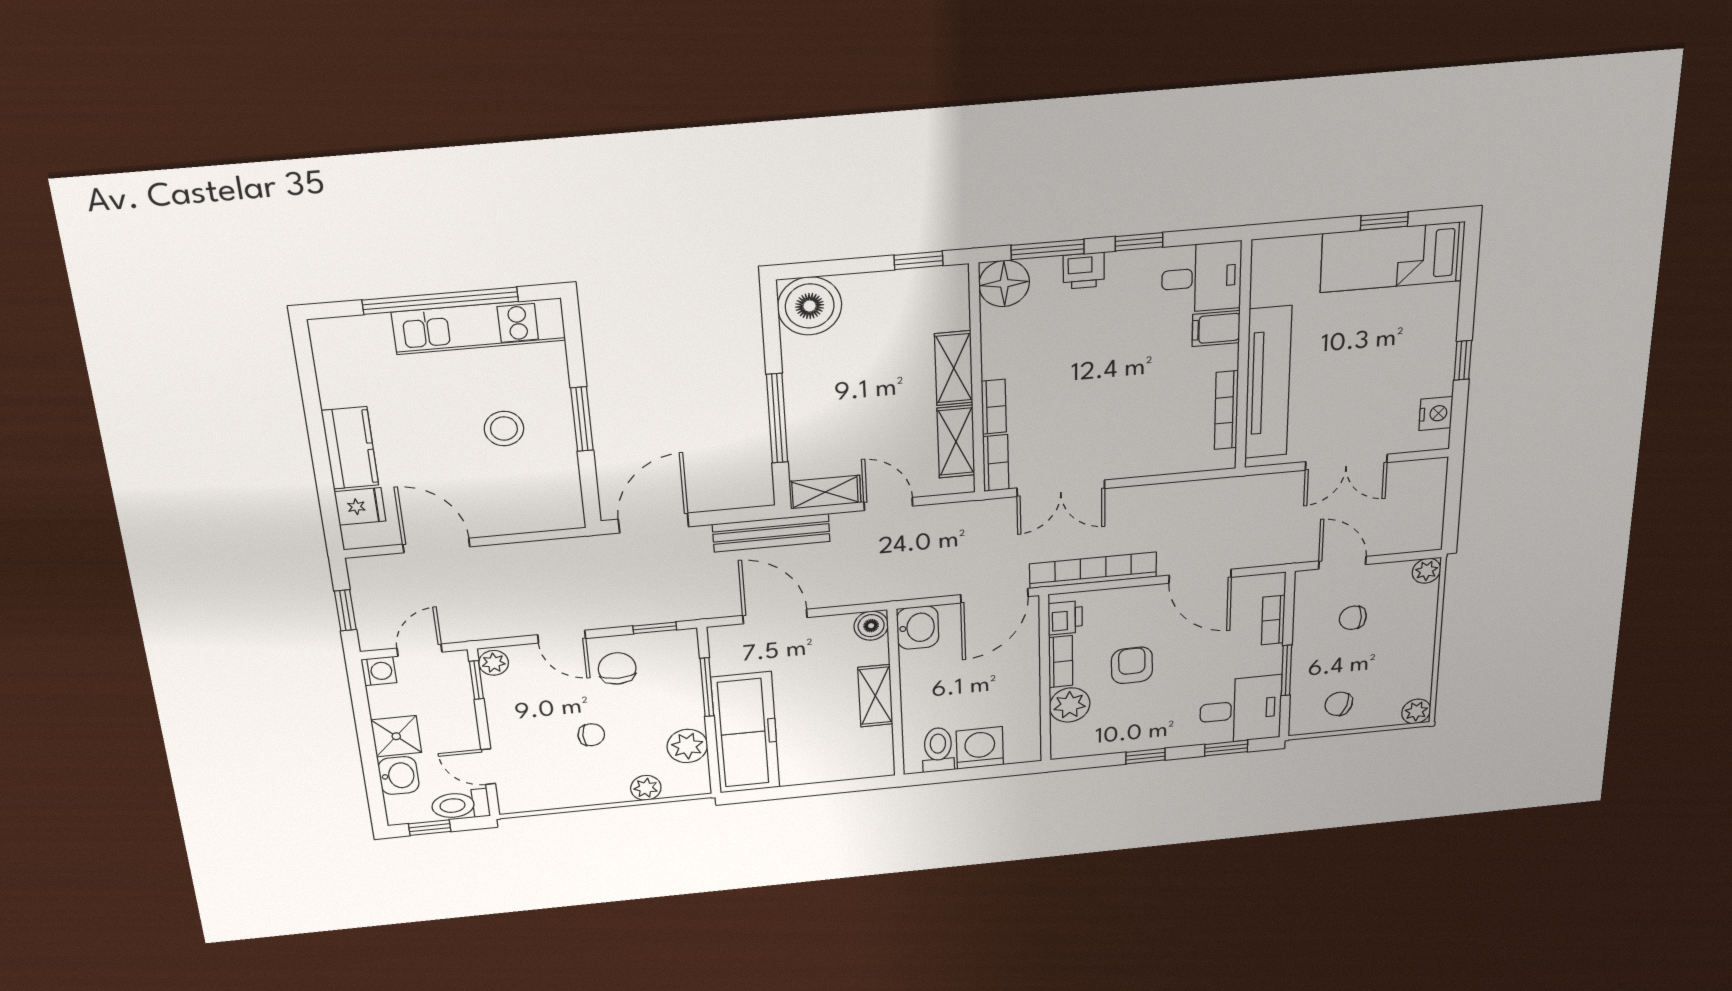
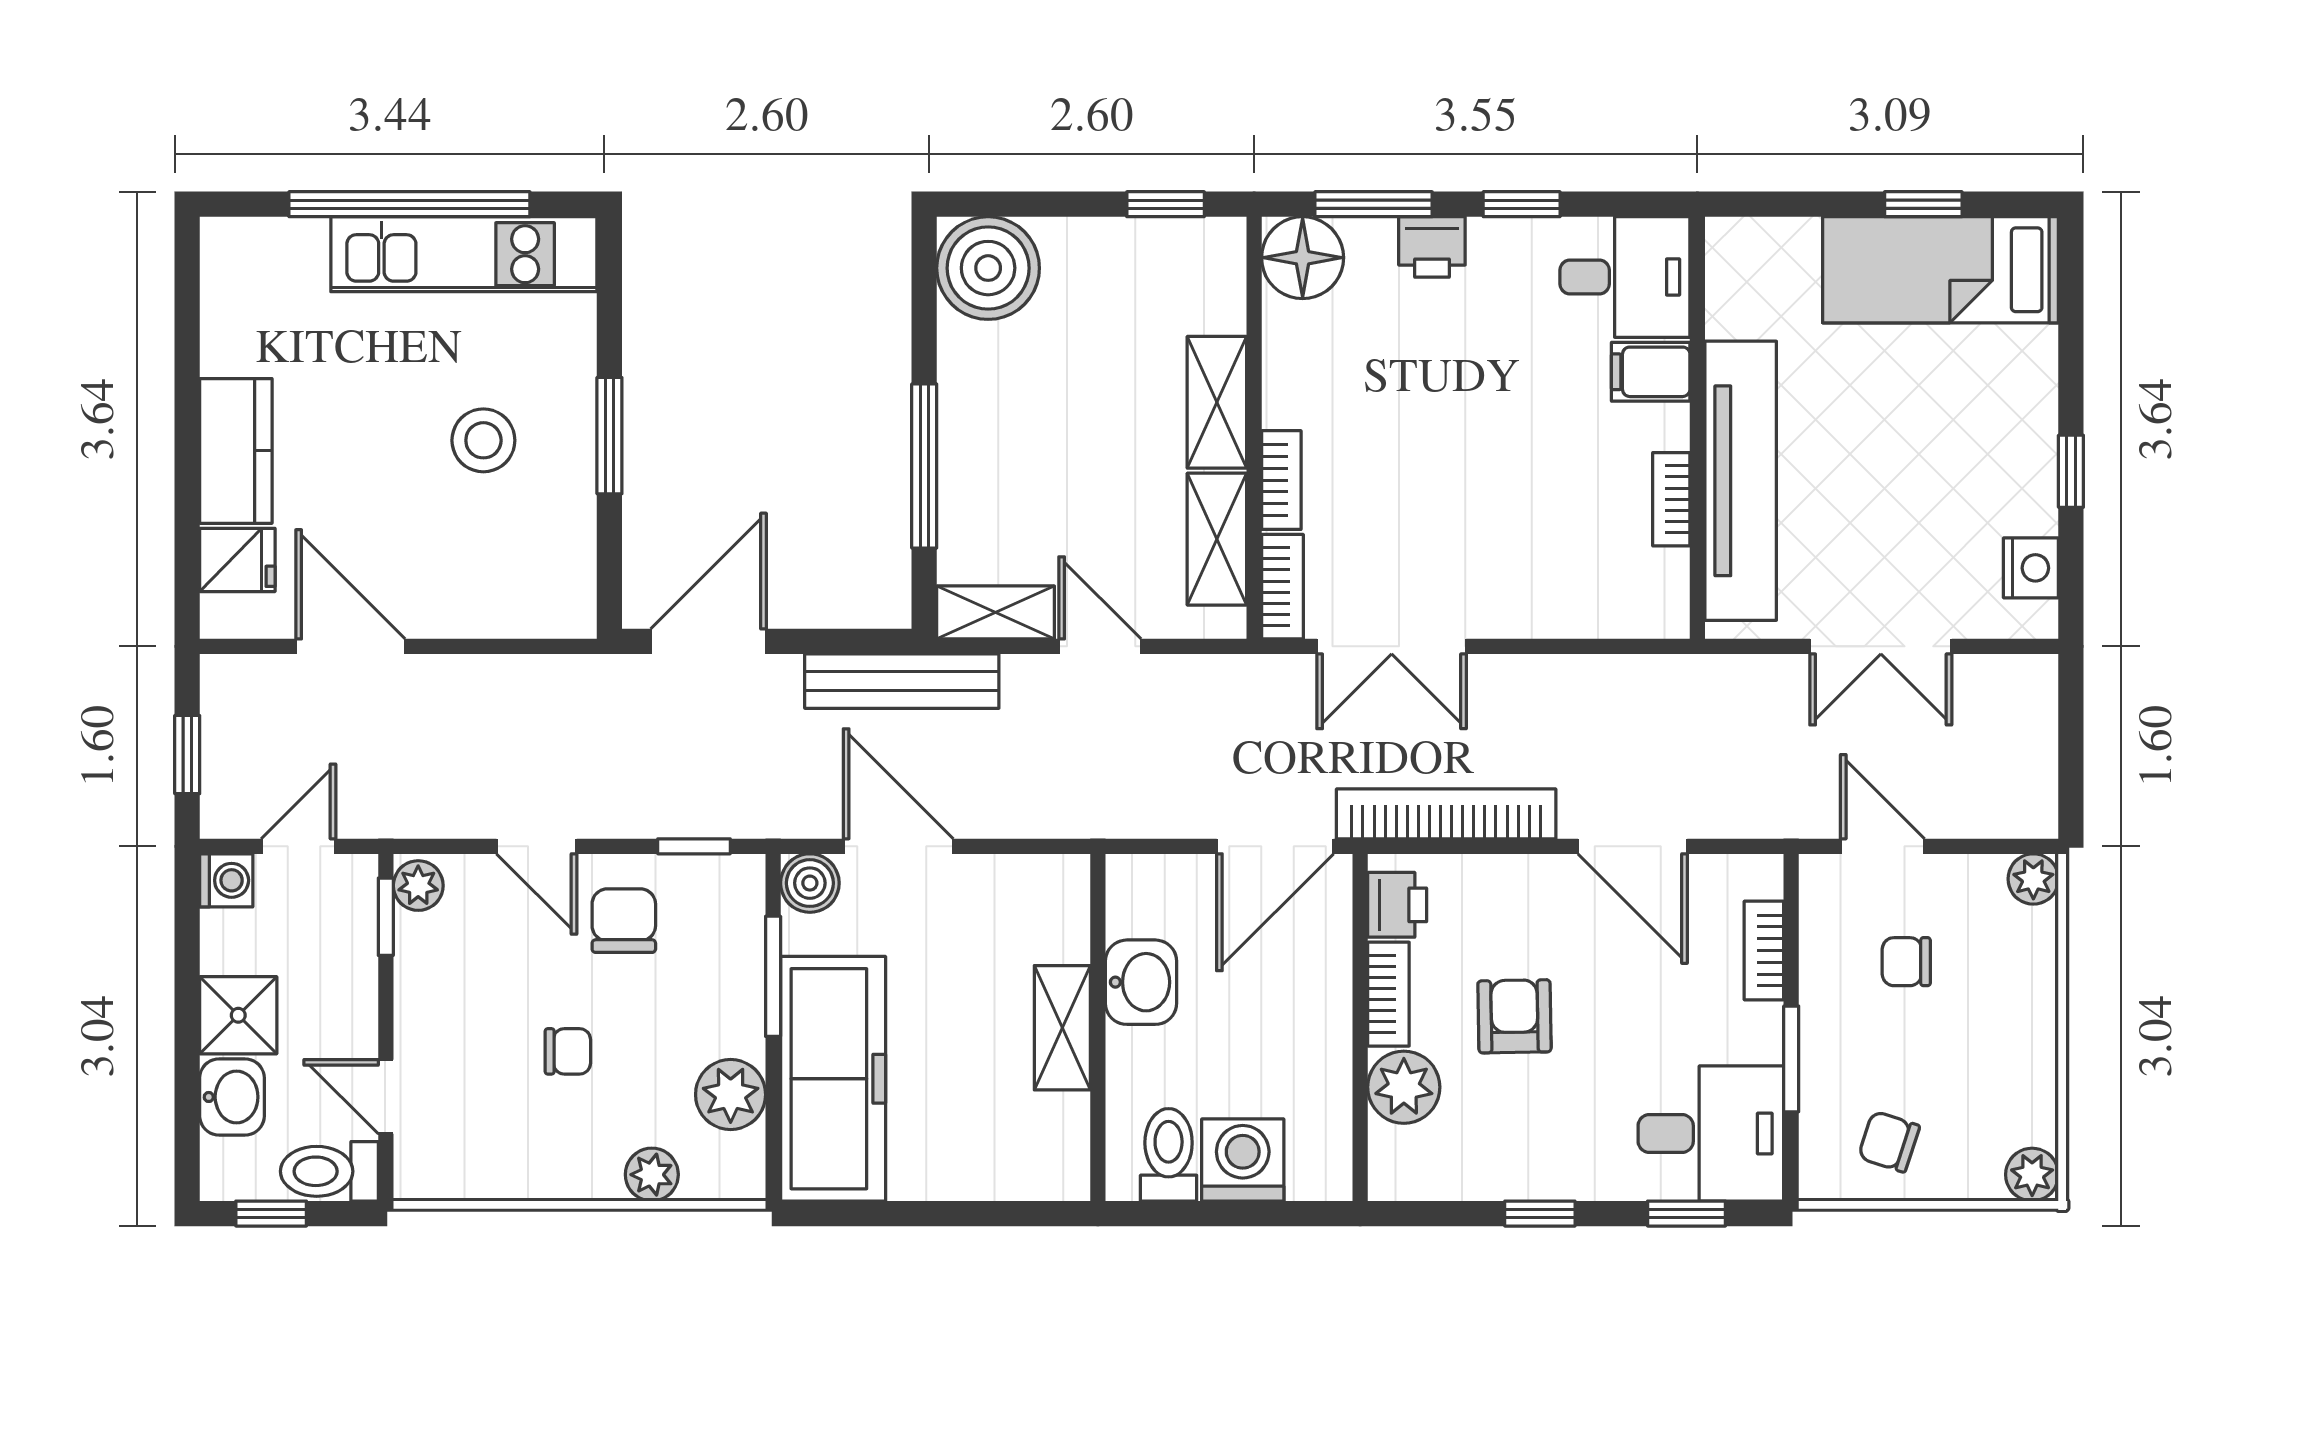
bookcase: (1226, 410) -> (1671, 499), width x0.64
boiler: (871, 626) -> (810, 883), moved
washbasin: (918, 628) -> (1141, 982), moved

